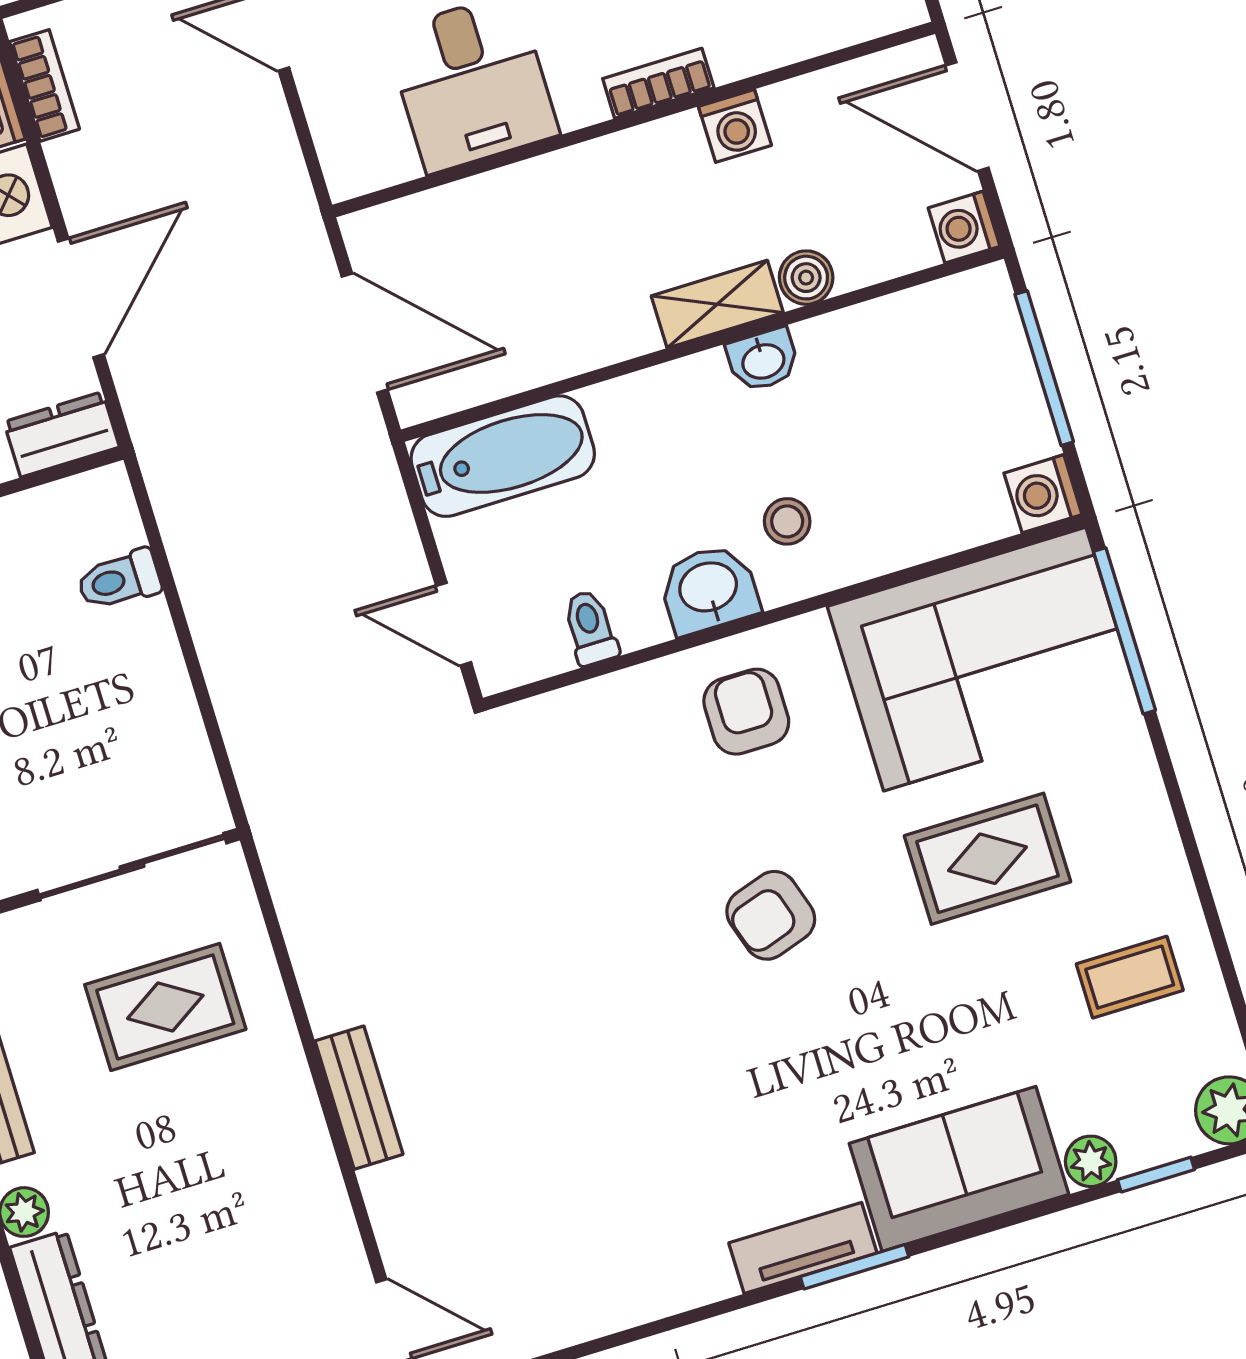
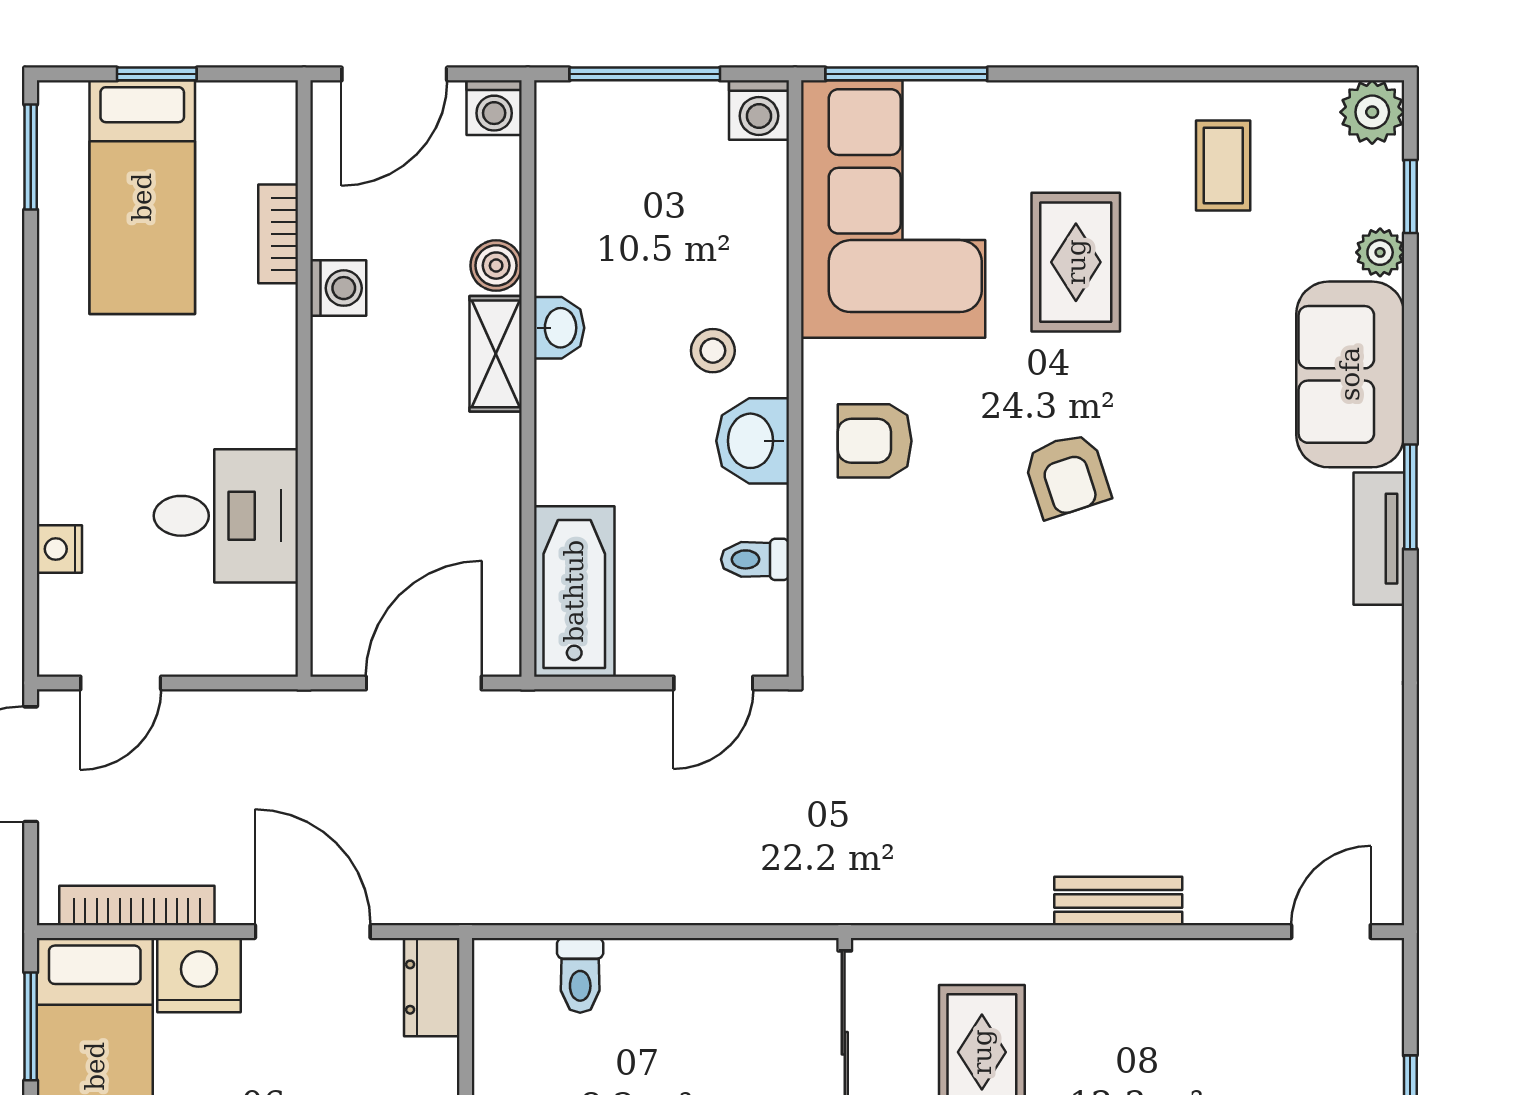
bookcase: (658, 83) -> (278, 234), moved
bookcase: (44, 85) -> (137, 906), width x1.56

